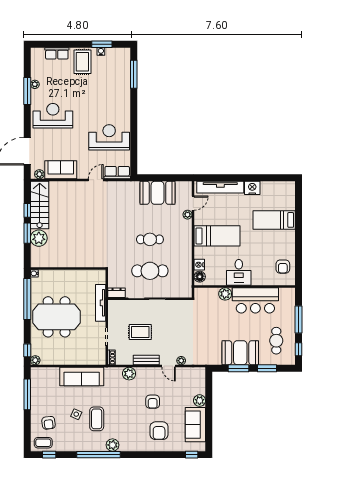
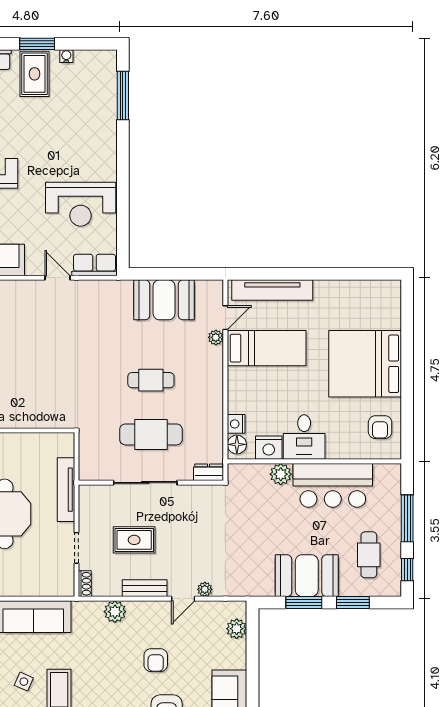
window: (102, 44) -> (37, 44), moved
reception desk: (109, 137) -> (81, 204), turned 180
door: (96, 180) -> (57, 278), hinge flipped
nightstand: (252, 188) -> (269, 448), moved, turned 180
bed: (274, 220) -> (365, 364), width x2.04
bed: (217, 236) -> (267, 348), moved
dresser: (117, 293) -> (209, 472), moved
door: (169, 366) -> (183, 599), hinge flipped
plant: (200, 401) -> (237, 629), moved

